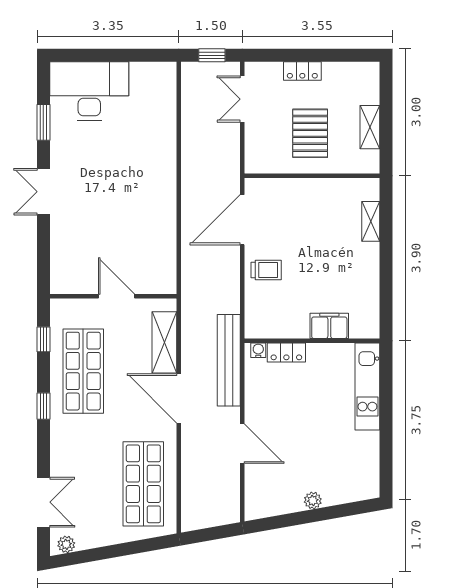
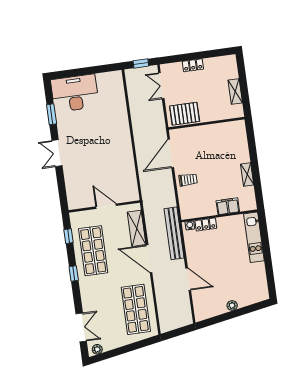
pallet: (310, 133) -> (185, 114), moved, turned 90
shelving: (371, 221) -> (247, 175), moved

